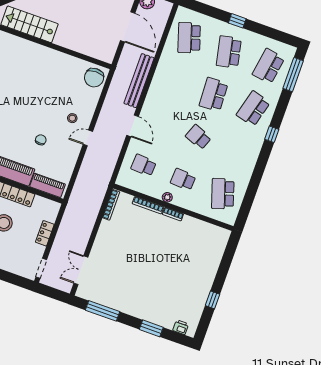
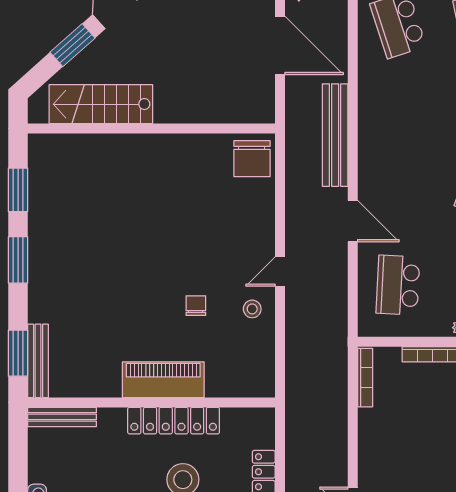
stool: (72, 118) -> (252, 309), moved
school desk: (143, 165) -> (398, 285), width x1.85
piano: (48, 185) -> (238, 383), removed

